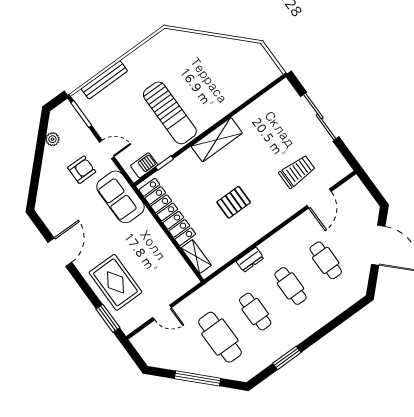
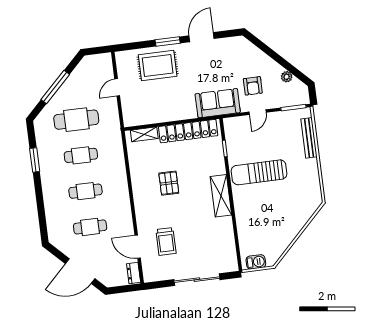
barbecue: (144, 165) -> (256, 262), moved, turned -90
door: (60, 252) -> (202, 37), swing flipped
dresser: (250, 260) -> (134, 273), moved
window: (108, 318) -> (168, 41), moved

